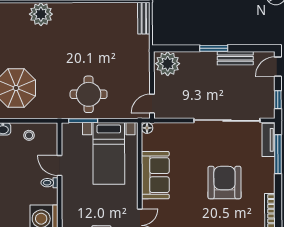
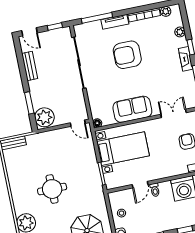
window: (214, 48) -> (29, 103), moved
round table: (89, 94) -> (52, 189), moved
tv unit: (269, 140) -> (115, 22), moved

